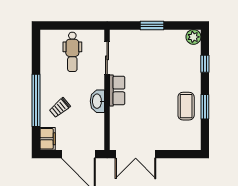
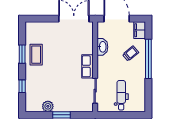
plant: (193, 37) -> (48, 106), moved
washbasin: (97, 101) -> (102, 47), moved

